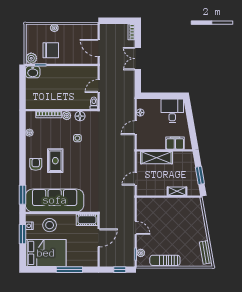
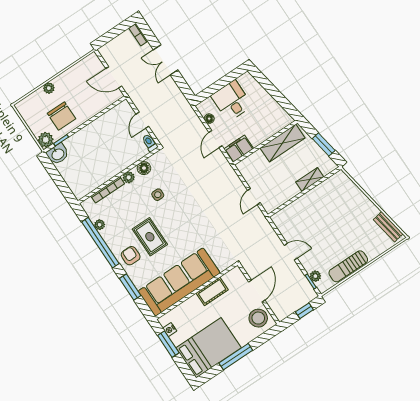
chair: (51, 50) -> (62, 116), turned 90
desk: (172, 111) -> (232, 101), moved
filing cabinet: (175, 143) -> (239, 149), moved
window: (23, 144) -> (100, 243), added
shelving: (157, 158) -> (283, 143), moved
window: (23, 195) -> (130, 287), moved
cot: (87, 220) -> (212, 291), moved
stool: (50, 225) -> (258, 318), moved
window: (69, 270) -> (236, 357), moved

